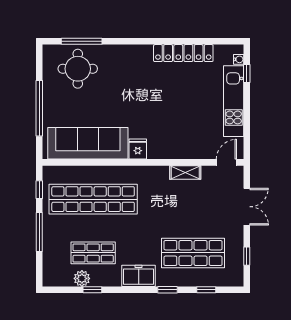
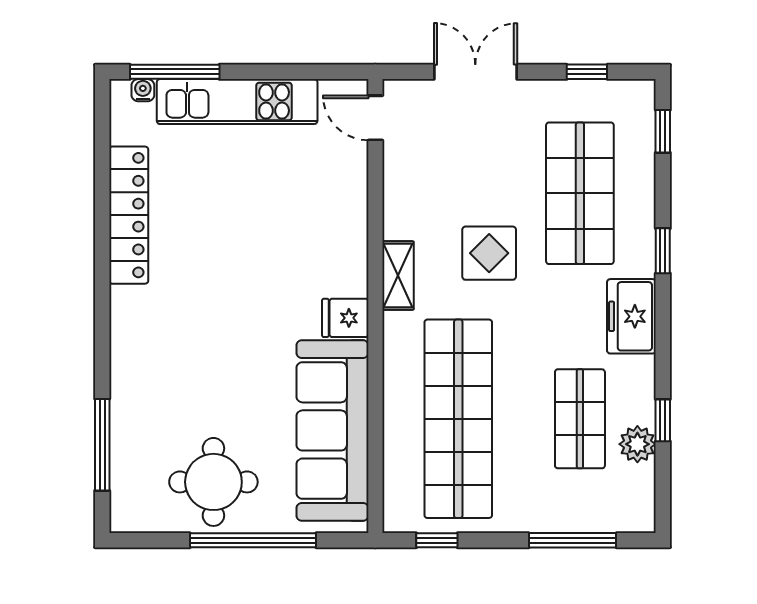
round table: (78, 69) -> (213, 482), moved
window: (247, 73) -> (175, 72), width x2.17
shelving: (185, 172) -> (398, 276), moved
display table: (166, 213) -> (489, 253), added
window: (39, 232) -> (573, 540), moved
window: (206, 290) -> (663, 131), moved

